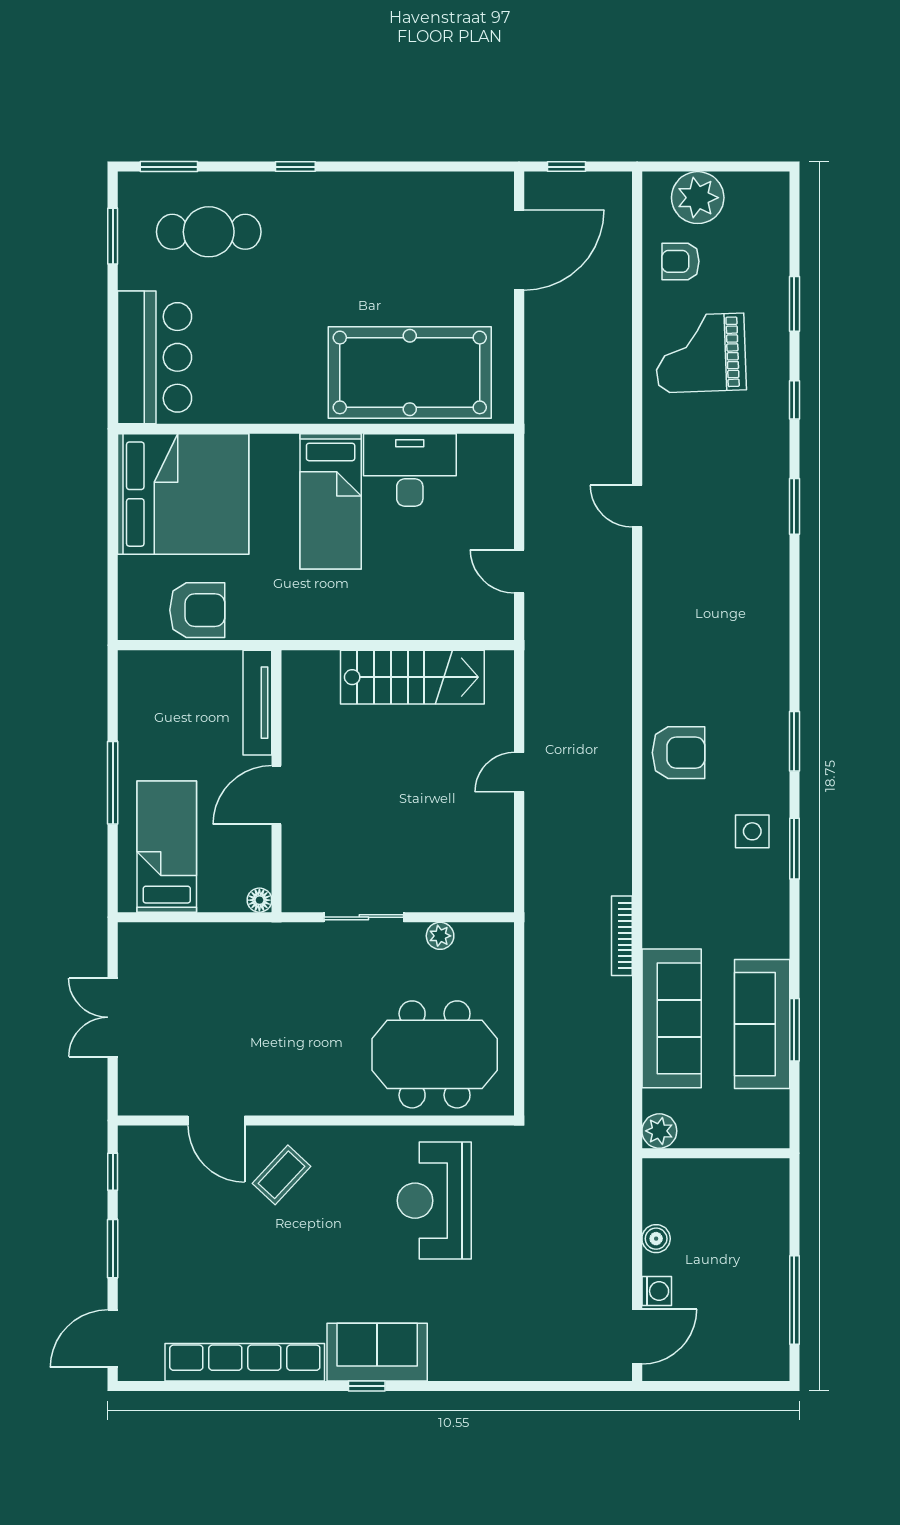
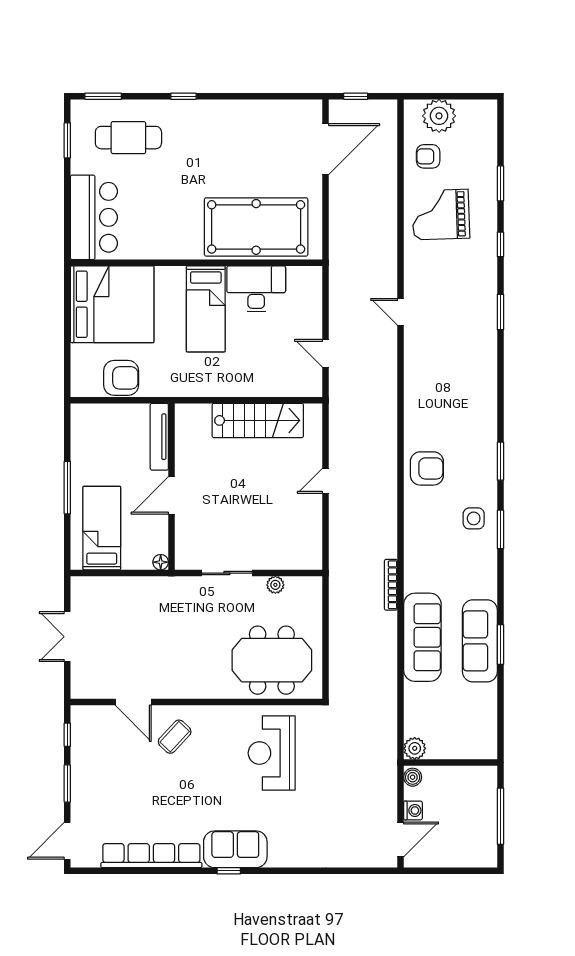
plant: (659, 1131) -> (415, 748), moved
wall: (716, 1153) -> (451, 762), moved

